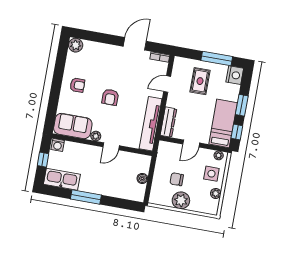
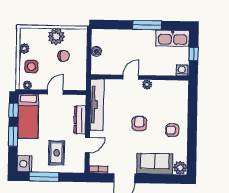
dresser: (168, 122) -> (80, 120), moved
sofa: (73, 126) -> (155, 164), moved, turned 180

